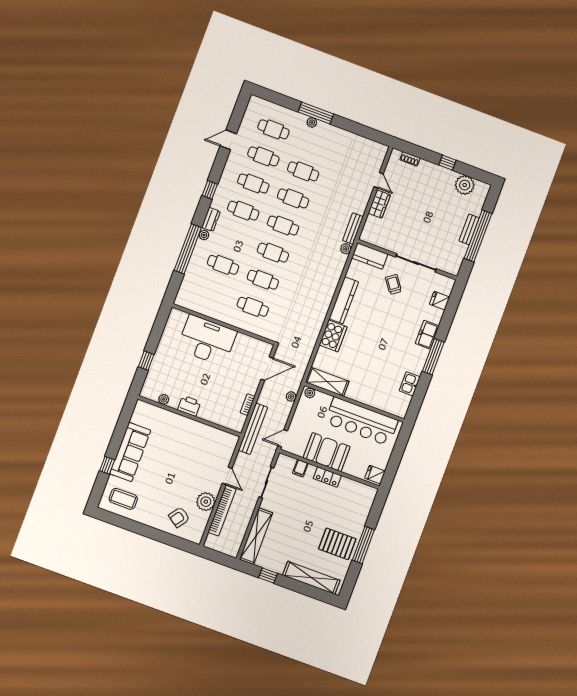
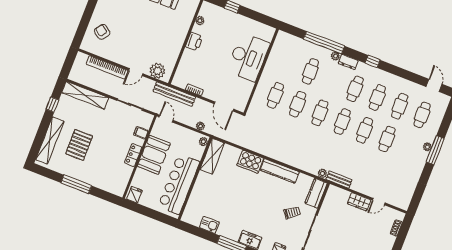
door: (228, 140) -> (434, 85), moved
plant: (206, 502) -> (157, 71), moved
pallet: (337, 544) -> (79, 145), moved

